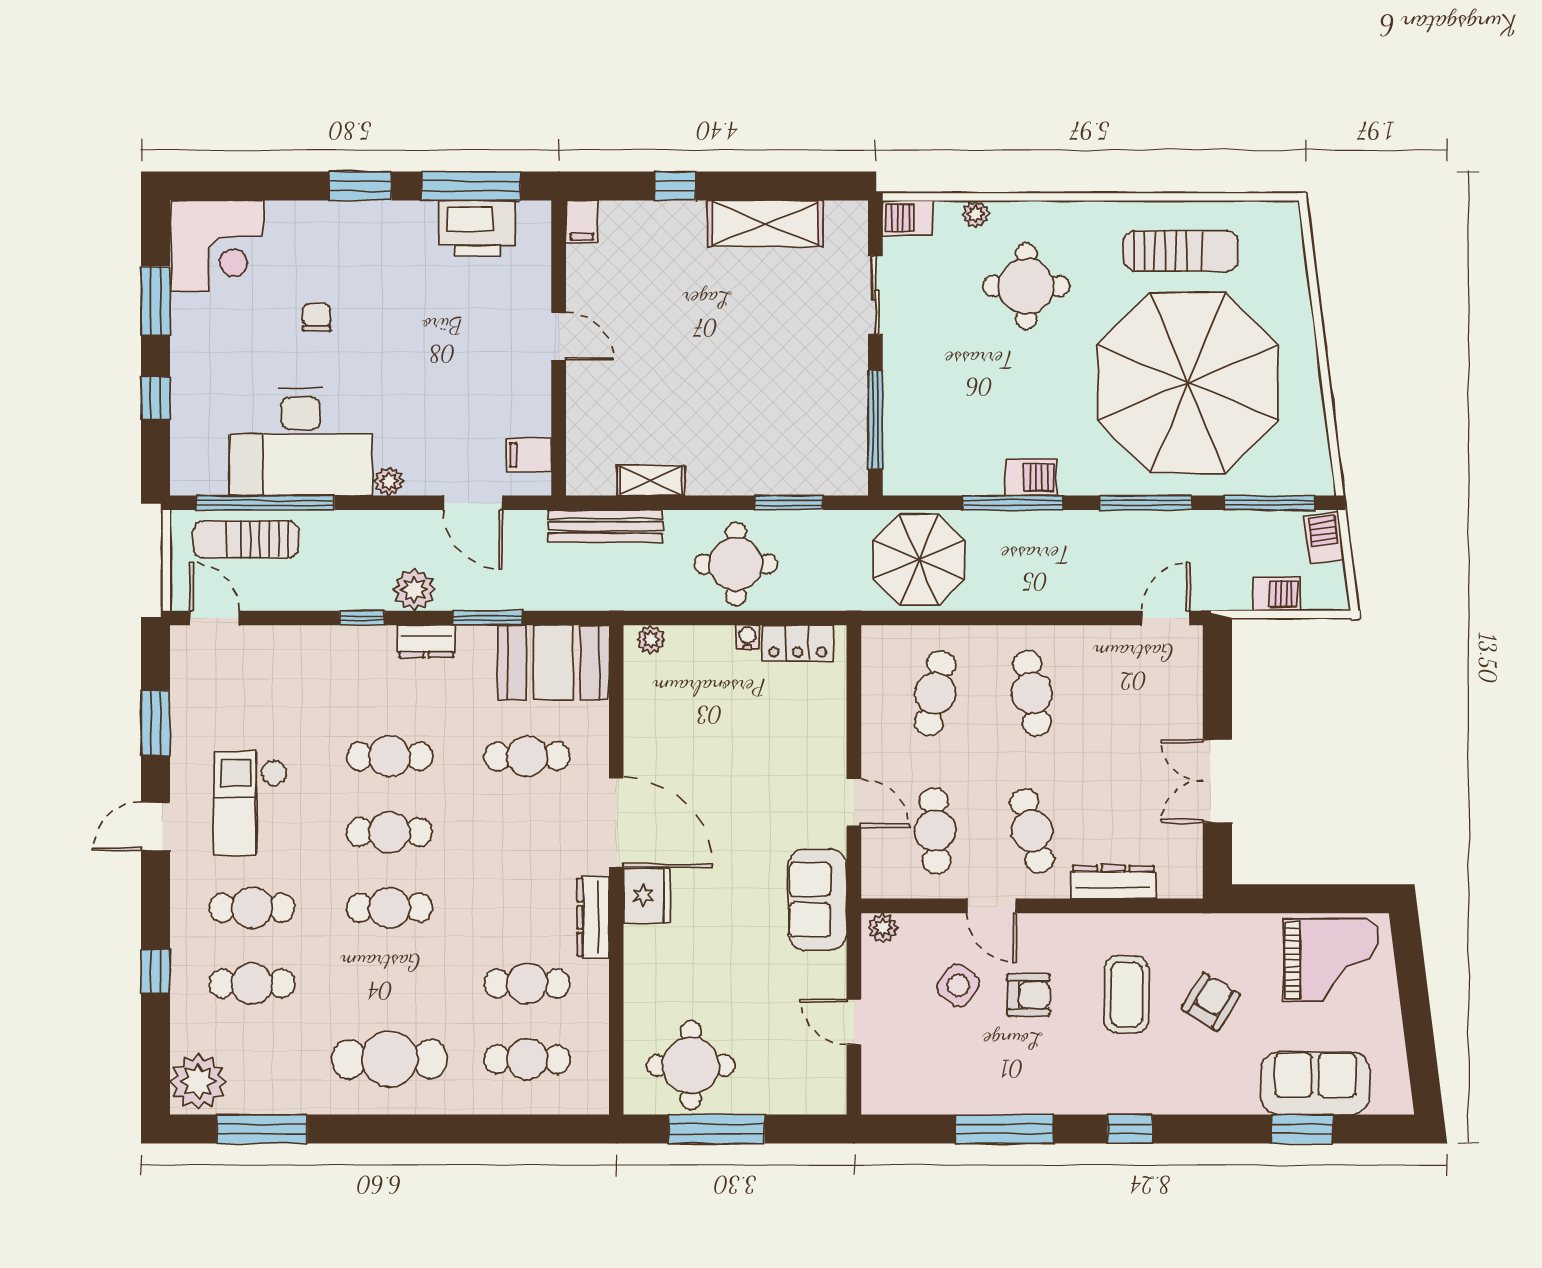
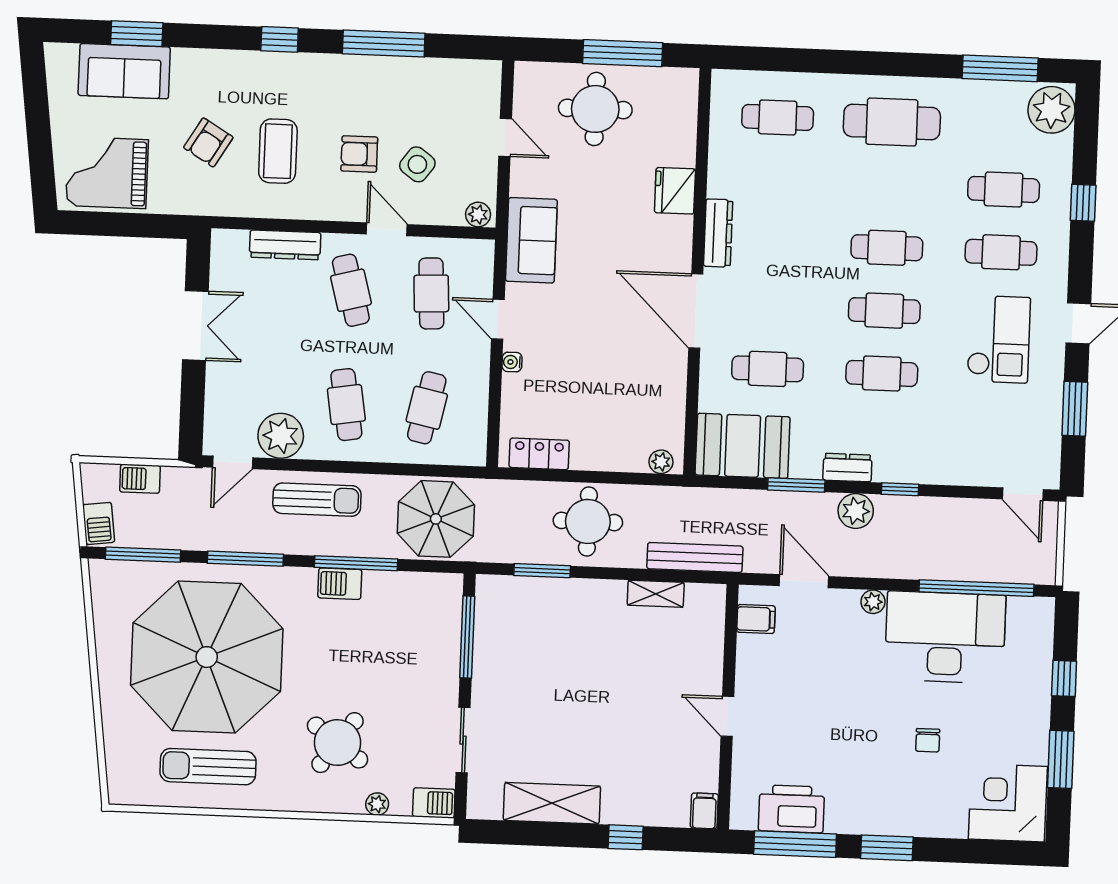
round table: (1026, 286) -> (338, 743), turned 36
sun lounger: (246, 539) -> (317, 500), moved
water cooler: (747, 637) -> (512, 362), moved, turned 90
plant: (1109, 652) -> (281, 436), added
fridge: (647, 895) -> (675, 191), moved
cafe table: (527, 983) -> (775, 180), removed
round table: (691, 1065) -> (595, 109), moved

